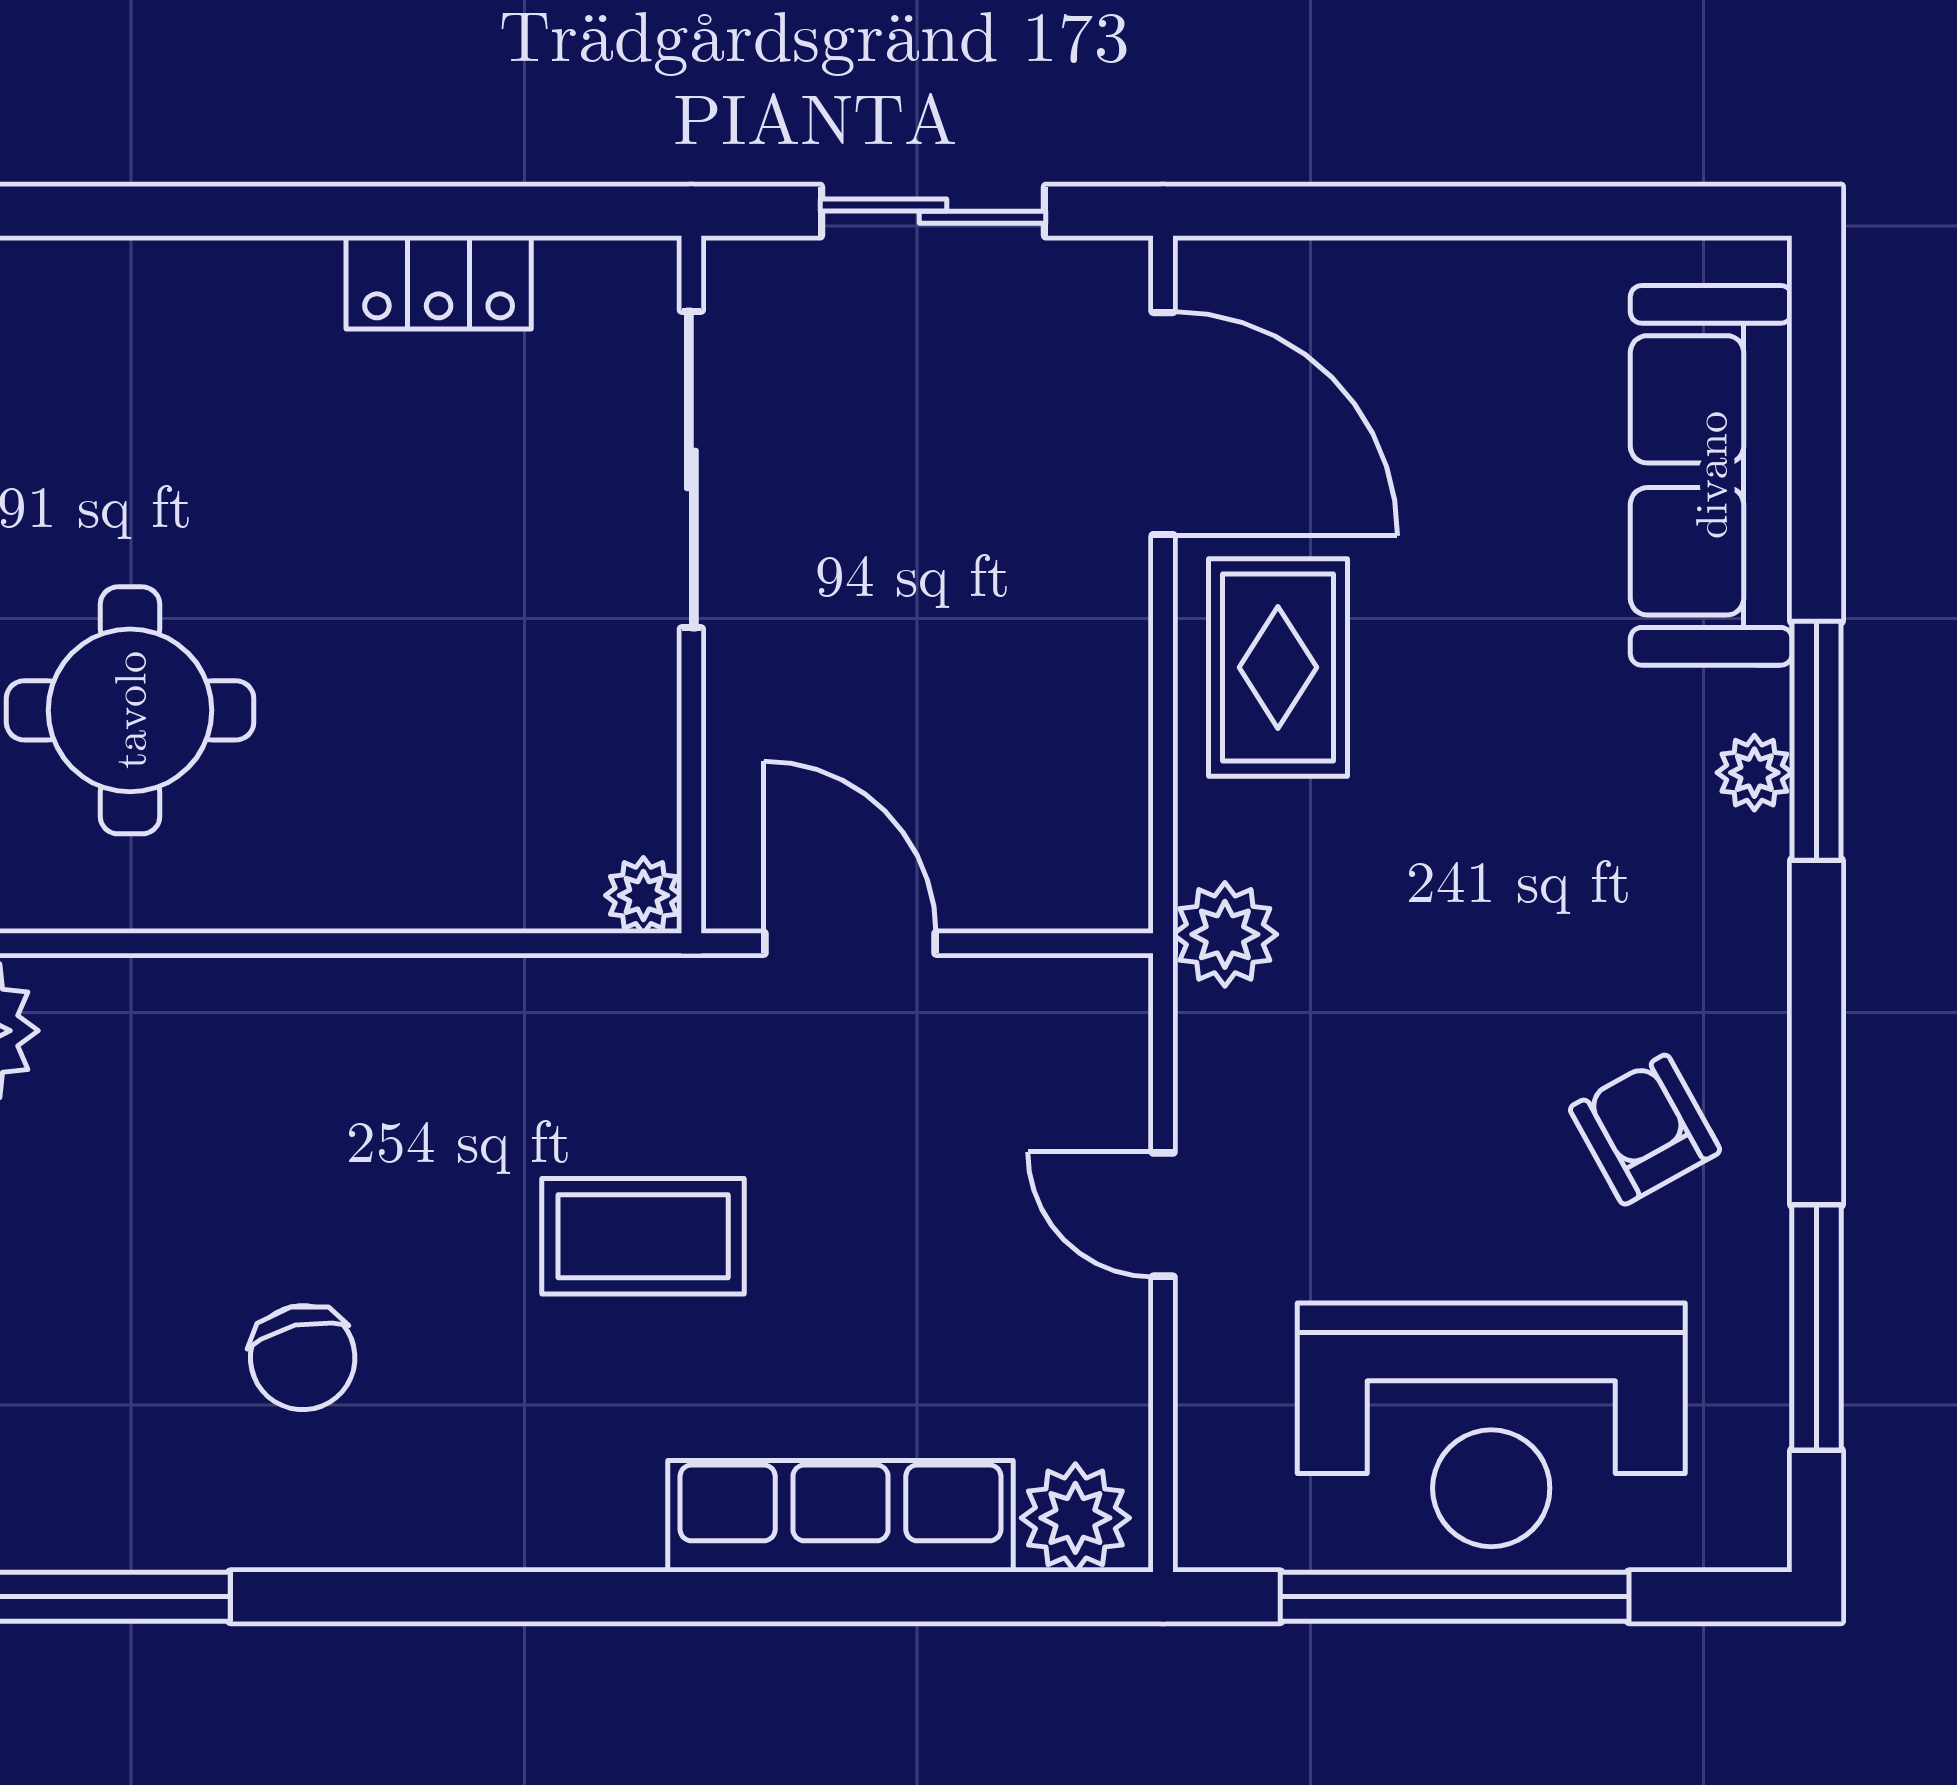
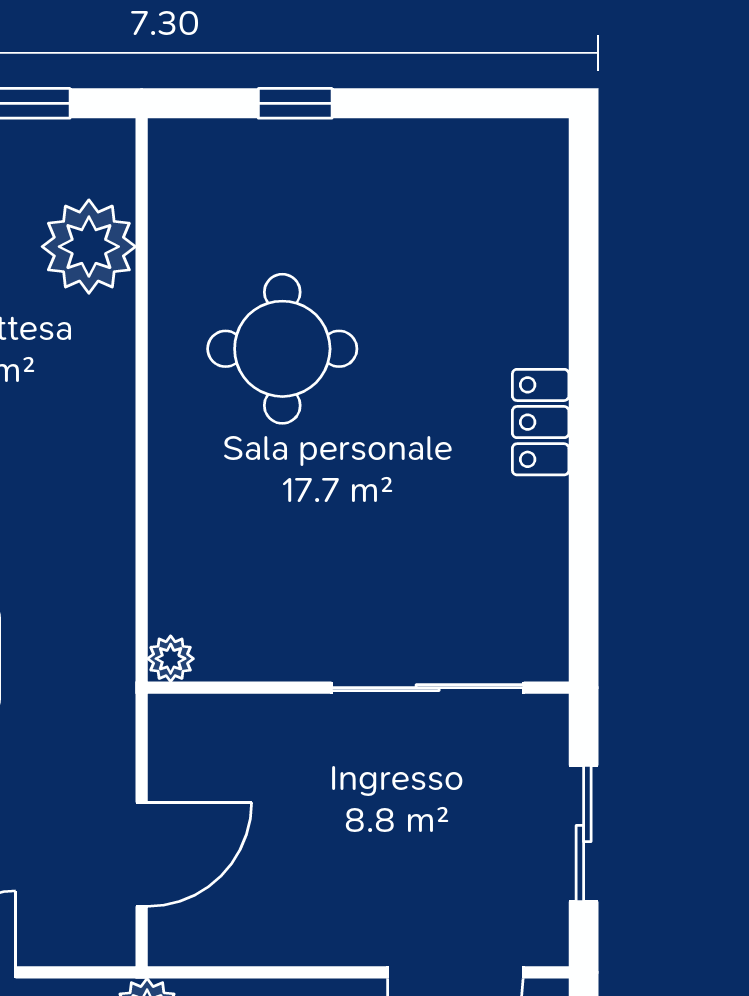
locker: (439, 282) -> (541, 422), moved
door: (850, 943) -> (142, 854), moved

